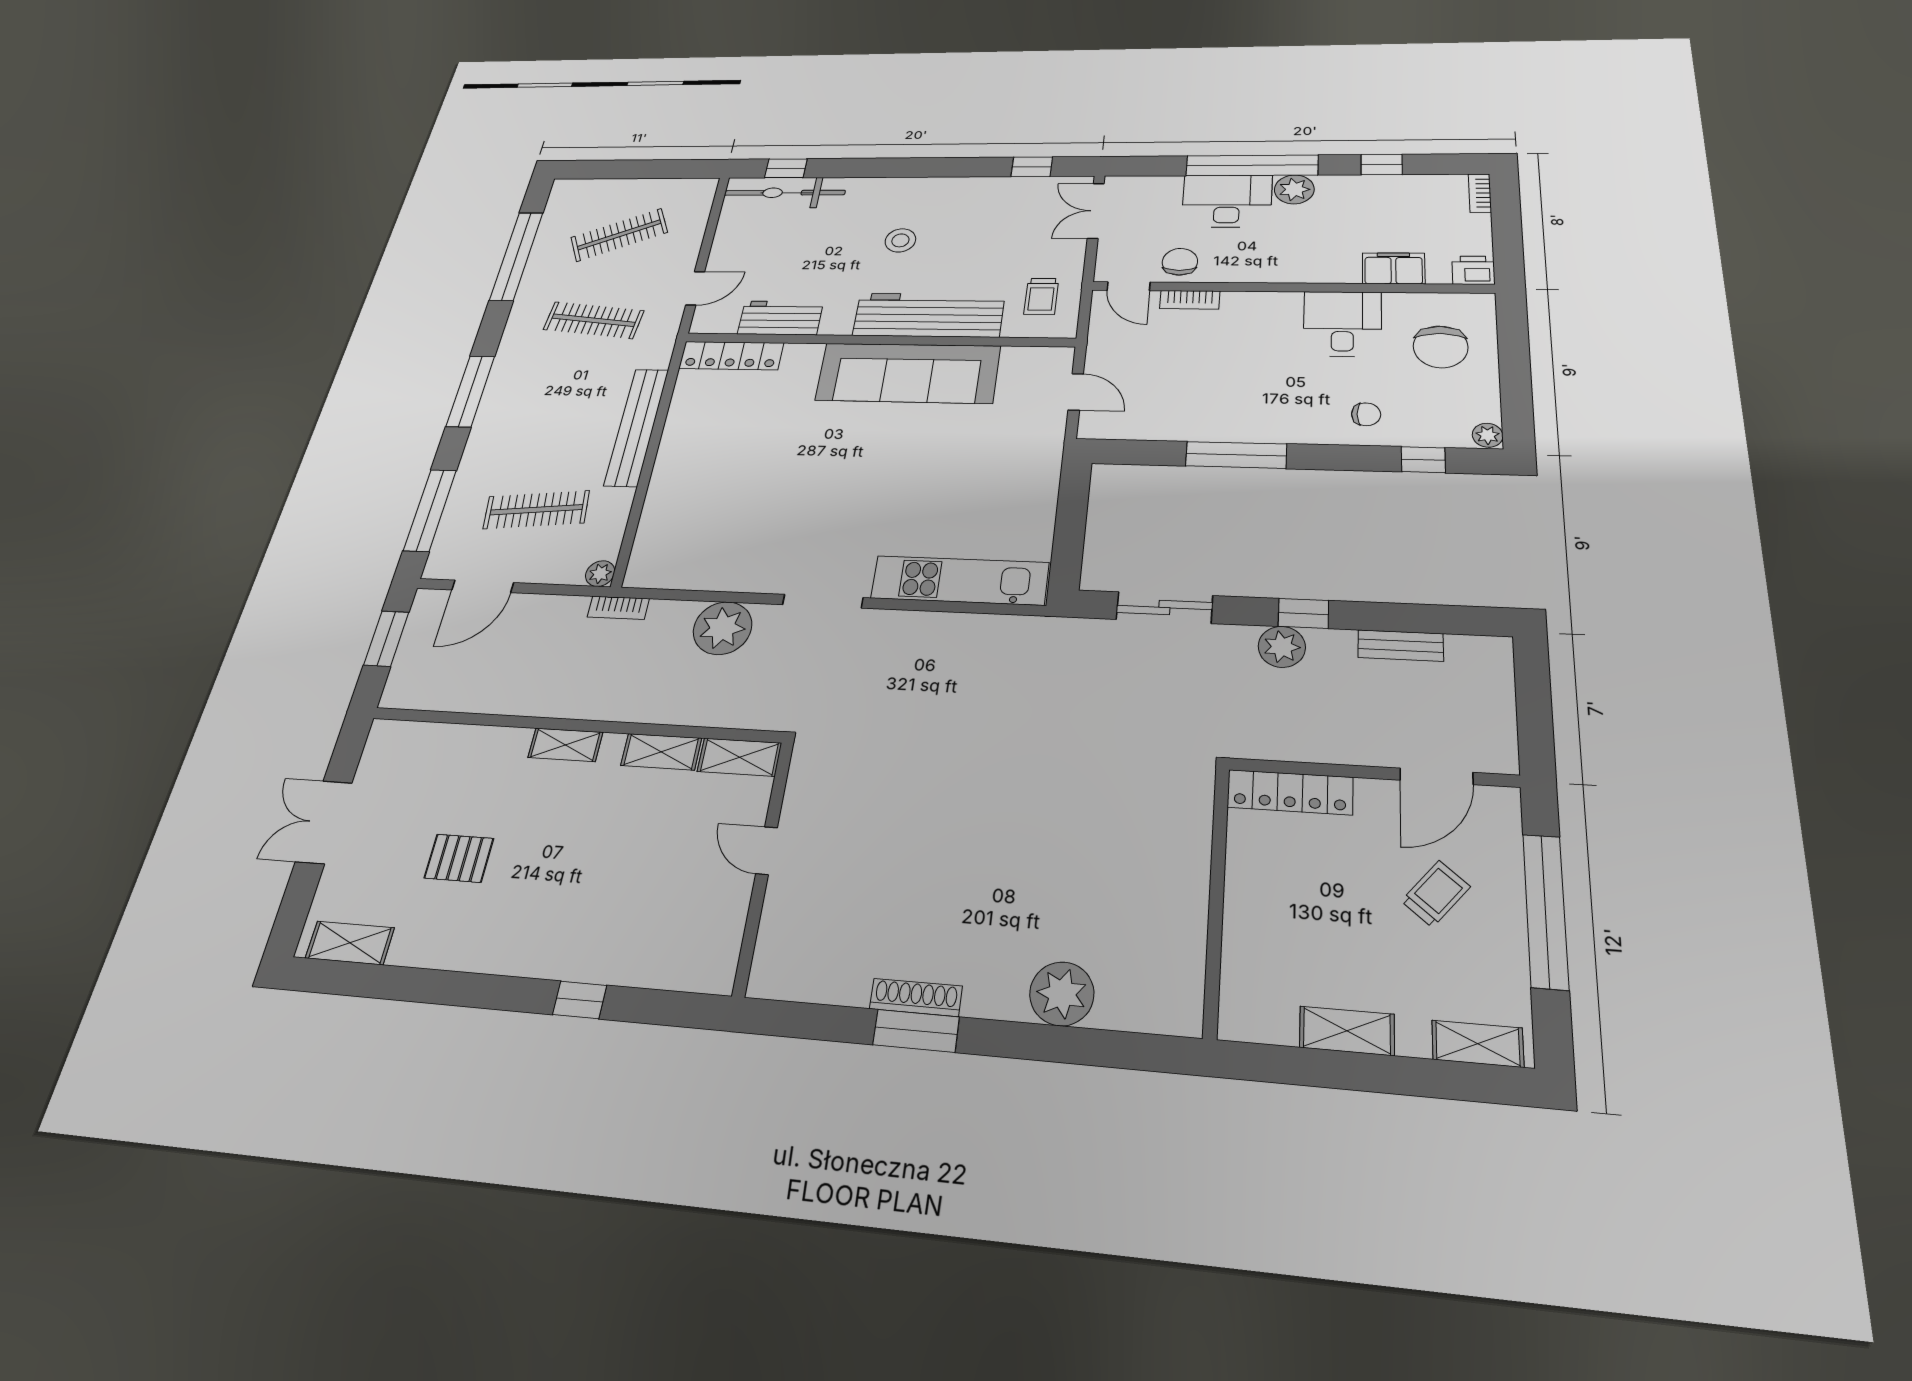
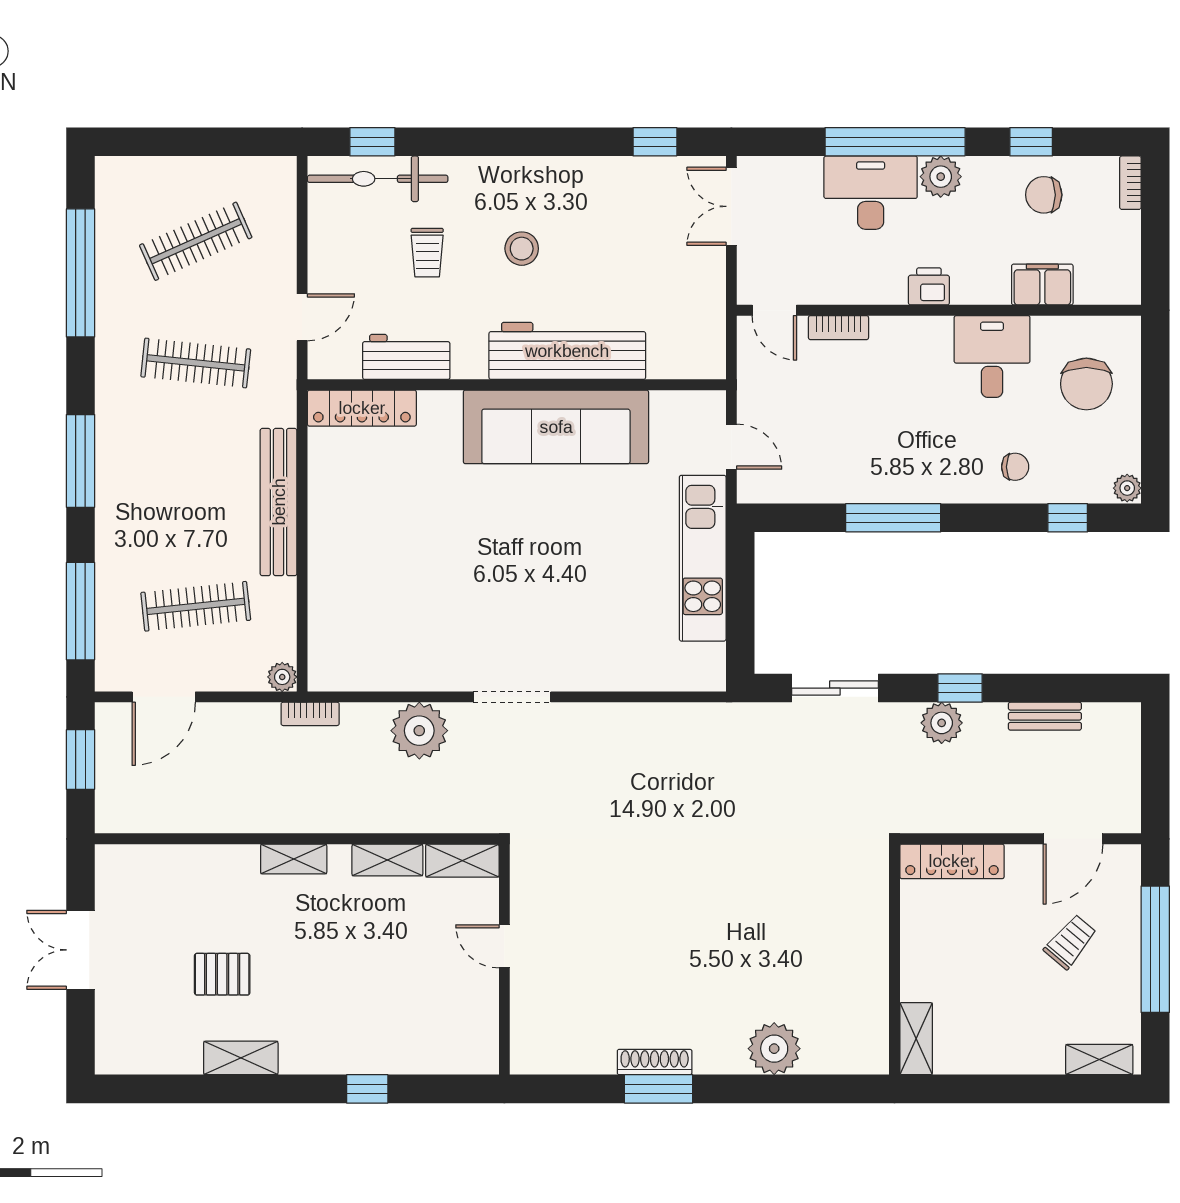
chair: (1180, 262) -> (1044, 195), moved, turned -90
printer: (1473, 270) -> (929, 286), moved
trolley: (1041, 296) -> (427, 253), moved
kitchen unit: (960, 580) -> (703, 558), moved, turned -90
shelving: (350, 943) -> (241, 1058), moved
shelving: (1347, 1031) -> (916, 1039), moved, turned 90

